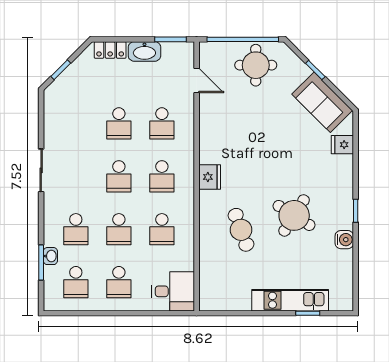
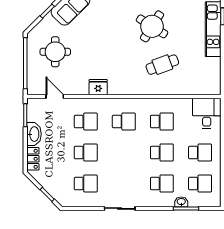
round table: (256, 65) -> (55, 52), moved
door: (197, 80) -> (55, 97), hinge flipped
school desk: (119, 176) -> (86, 184), moved
fridge: (210, 177) -> (98, 87), moved

